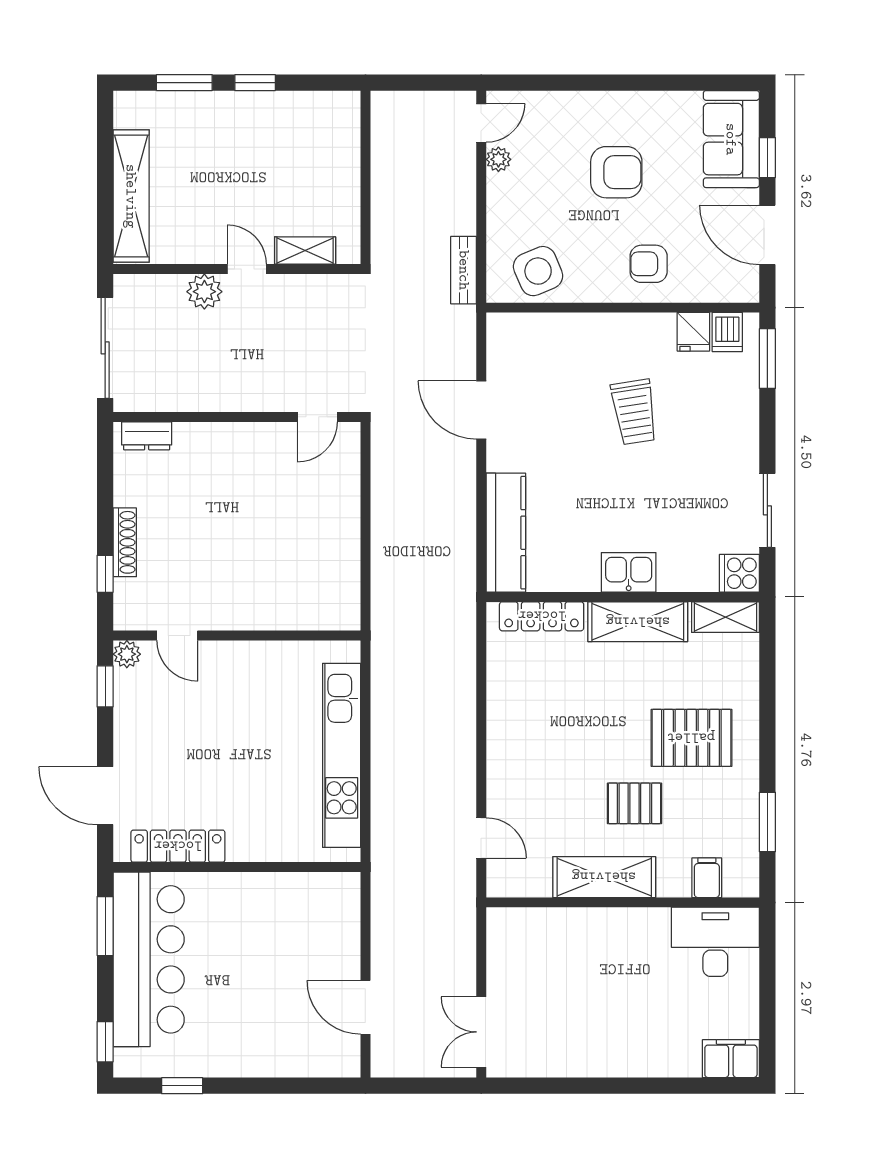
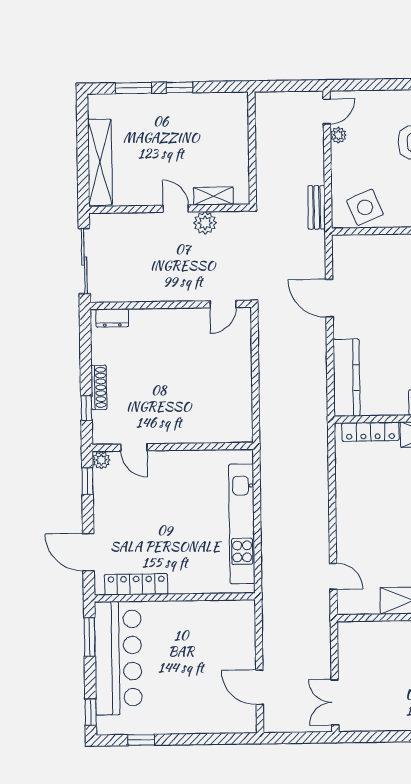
plant: (204, 292) -> (205, 223), moved

